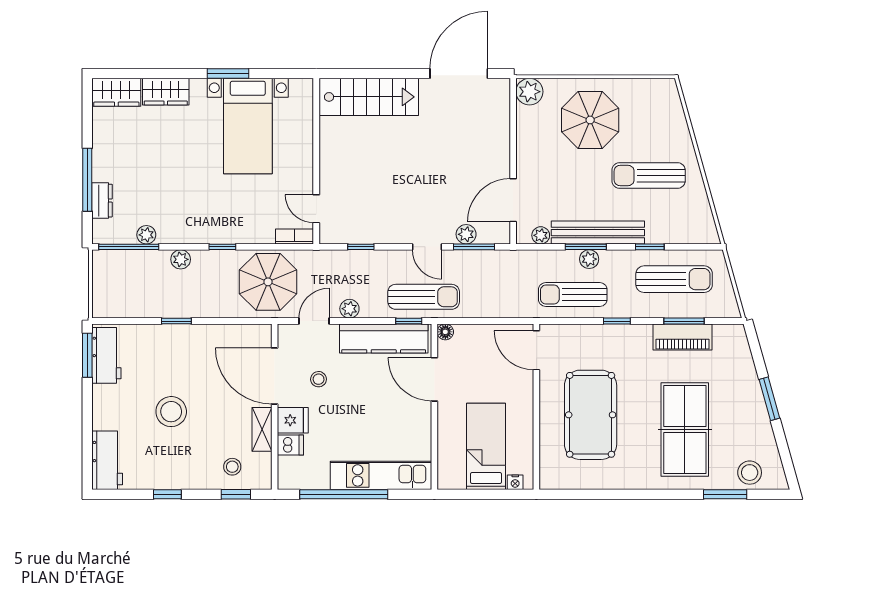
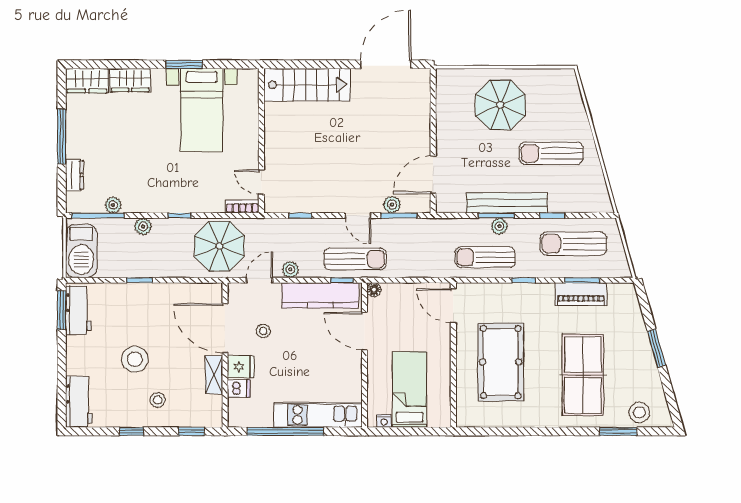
plant: (529, 92) -> (447, 80), removed
window: (87, 180) -> (62, 137), moved
plant: (541, 235) -> (457, 205), removed
sun lounger: (674, 279) -> (574, 244), turned 180
barbecue: (110, 288) -> (81, 251), added
stool: (232, 467) -> (158, 400), moved
nightstand: (515, 482) -> (384, 421), moved

